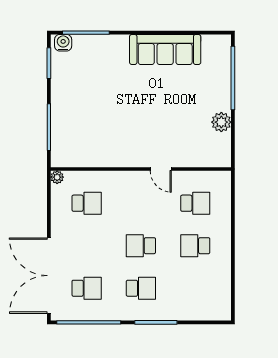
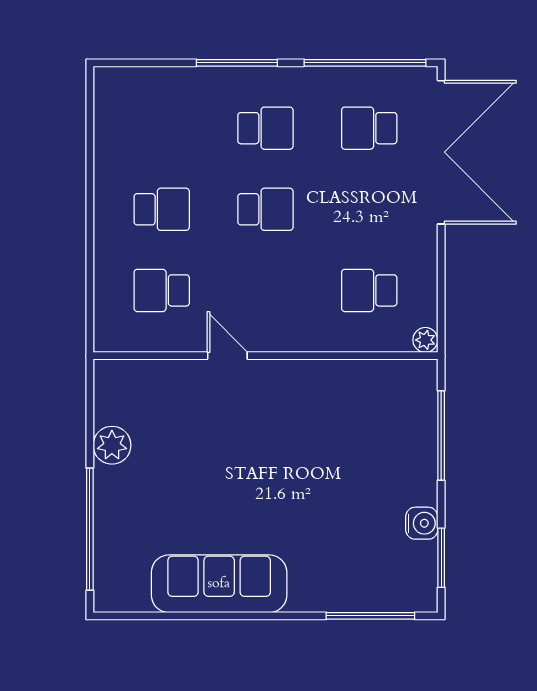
water cooler: (63, 43) -> (422, 523), moved, turned -90
school desk: (141, 288) -> (265, 128), turned 180

